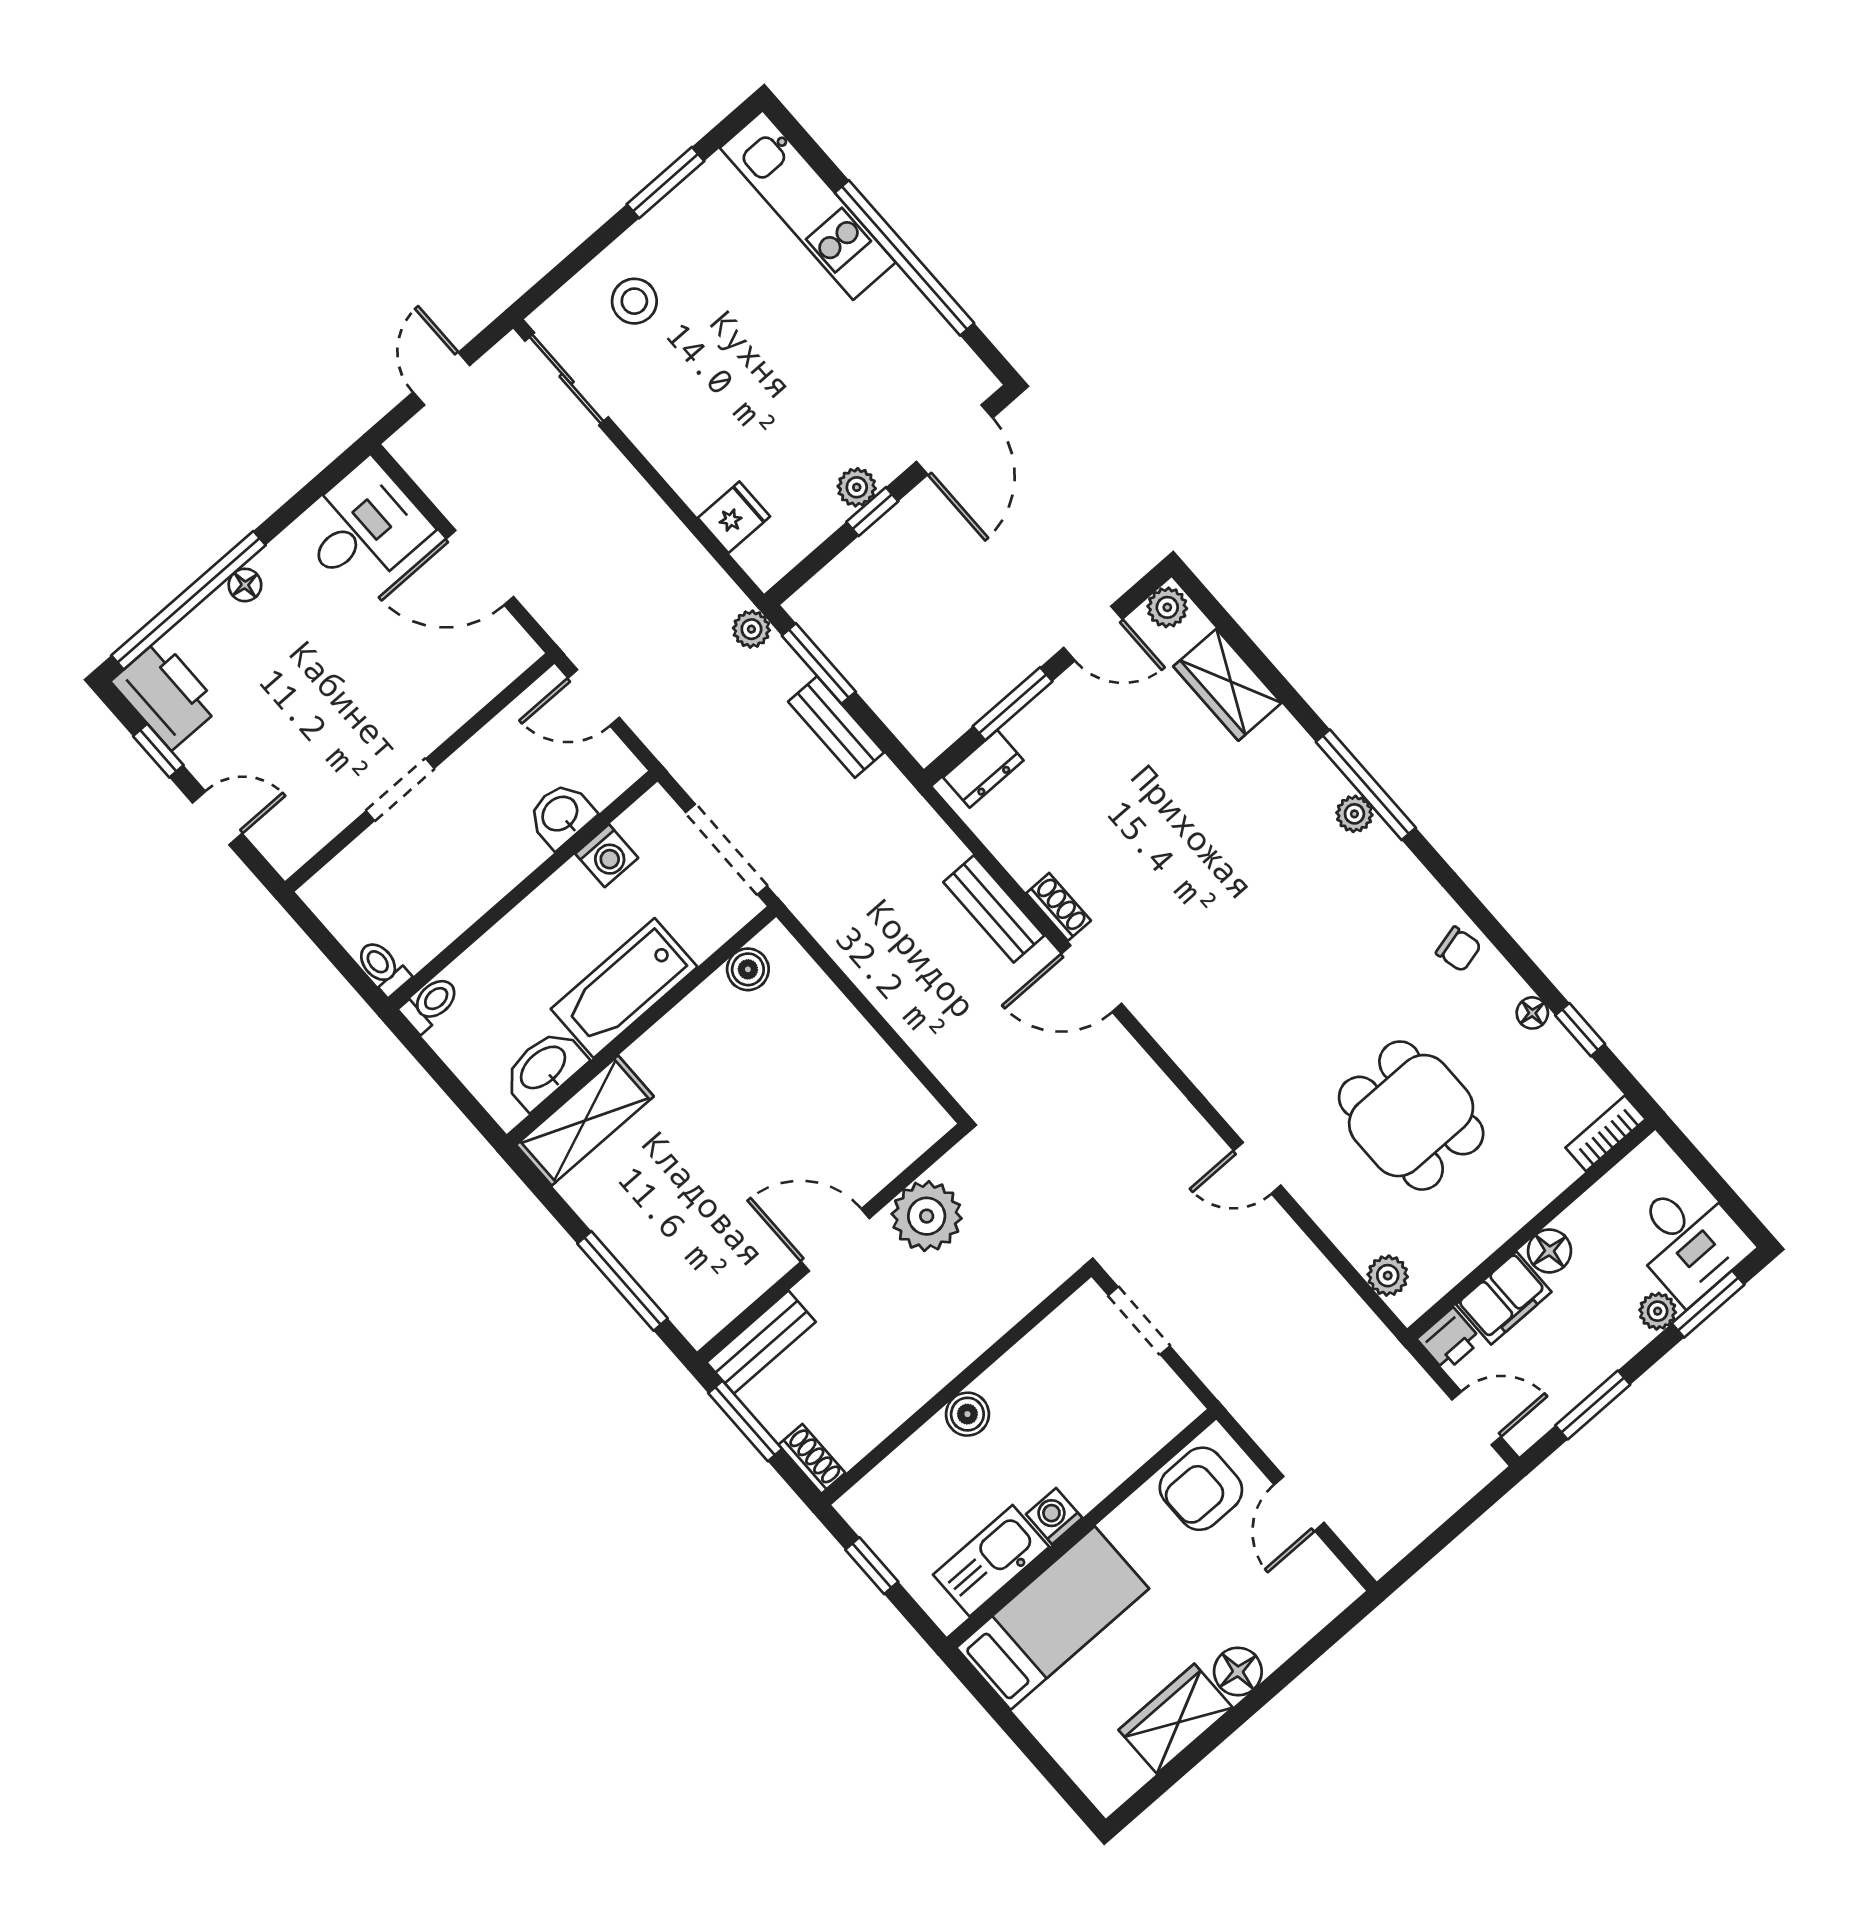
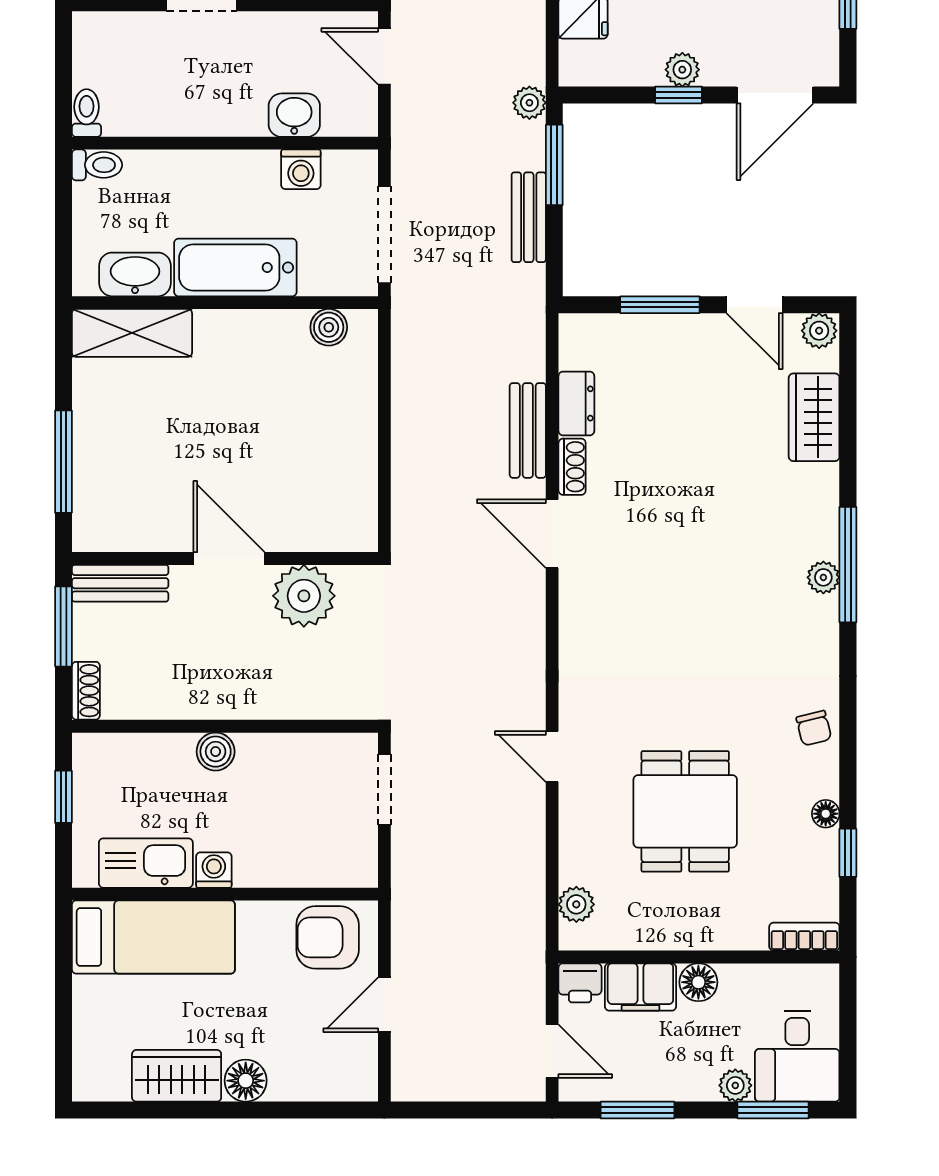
dresser: (983, 769) -> (576, 403), moved, turned -90

